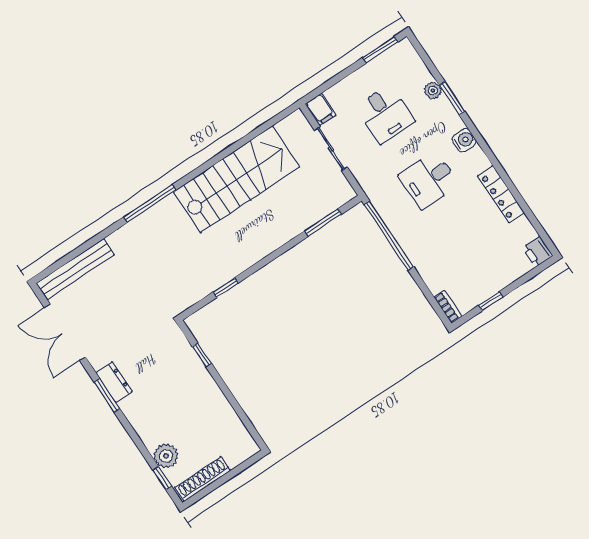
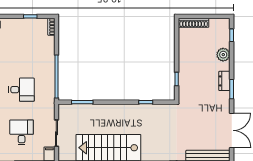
dresser: (114, 382) -> (224, 81), moved
plant: (166, 456) -> (223, 55), moved
shoe rack: (203, 479) -> (194, 23), moved

